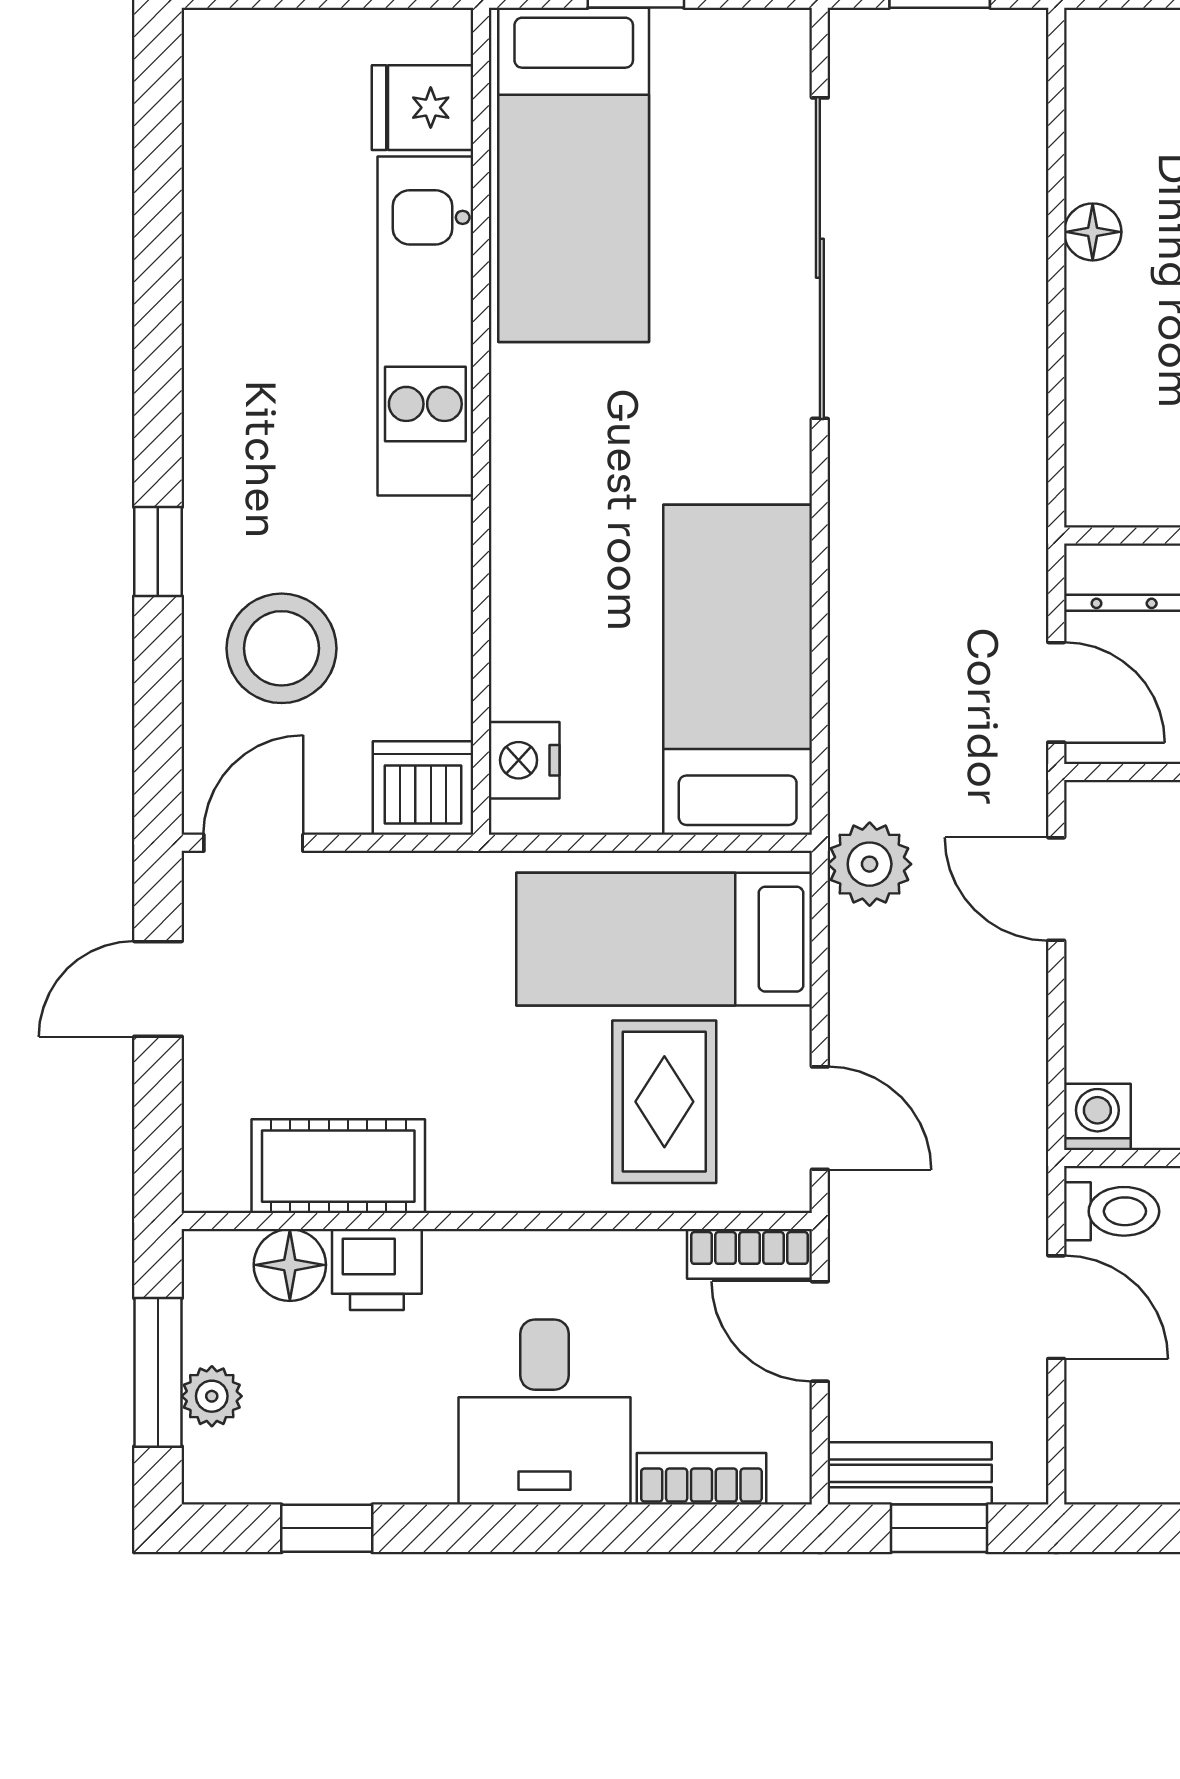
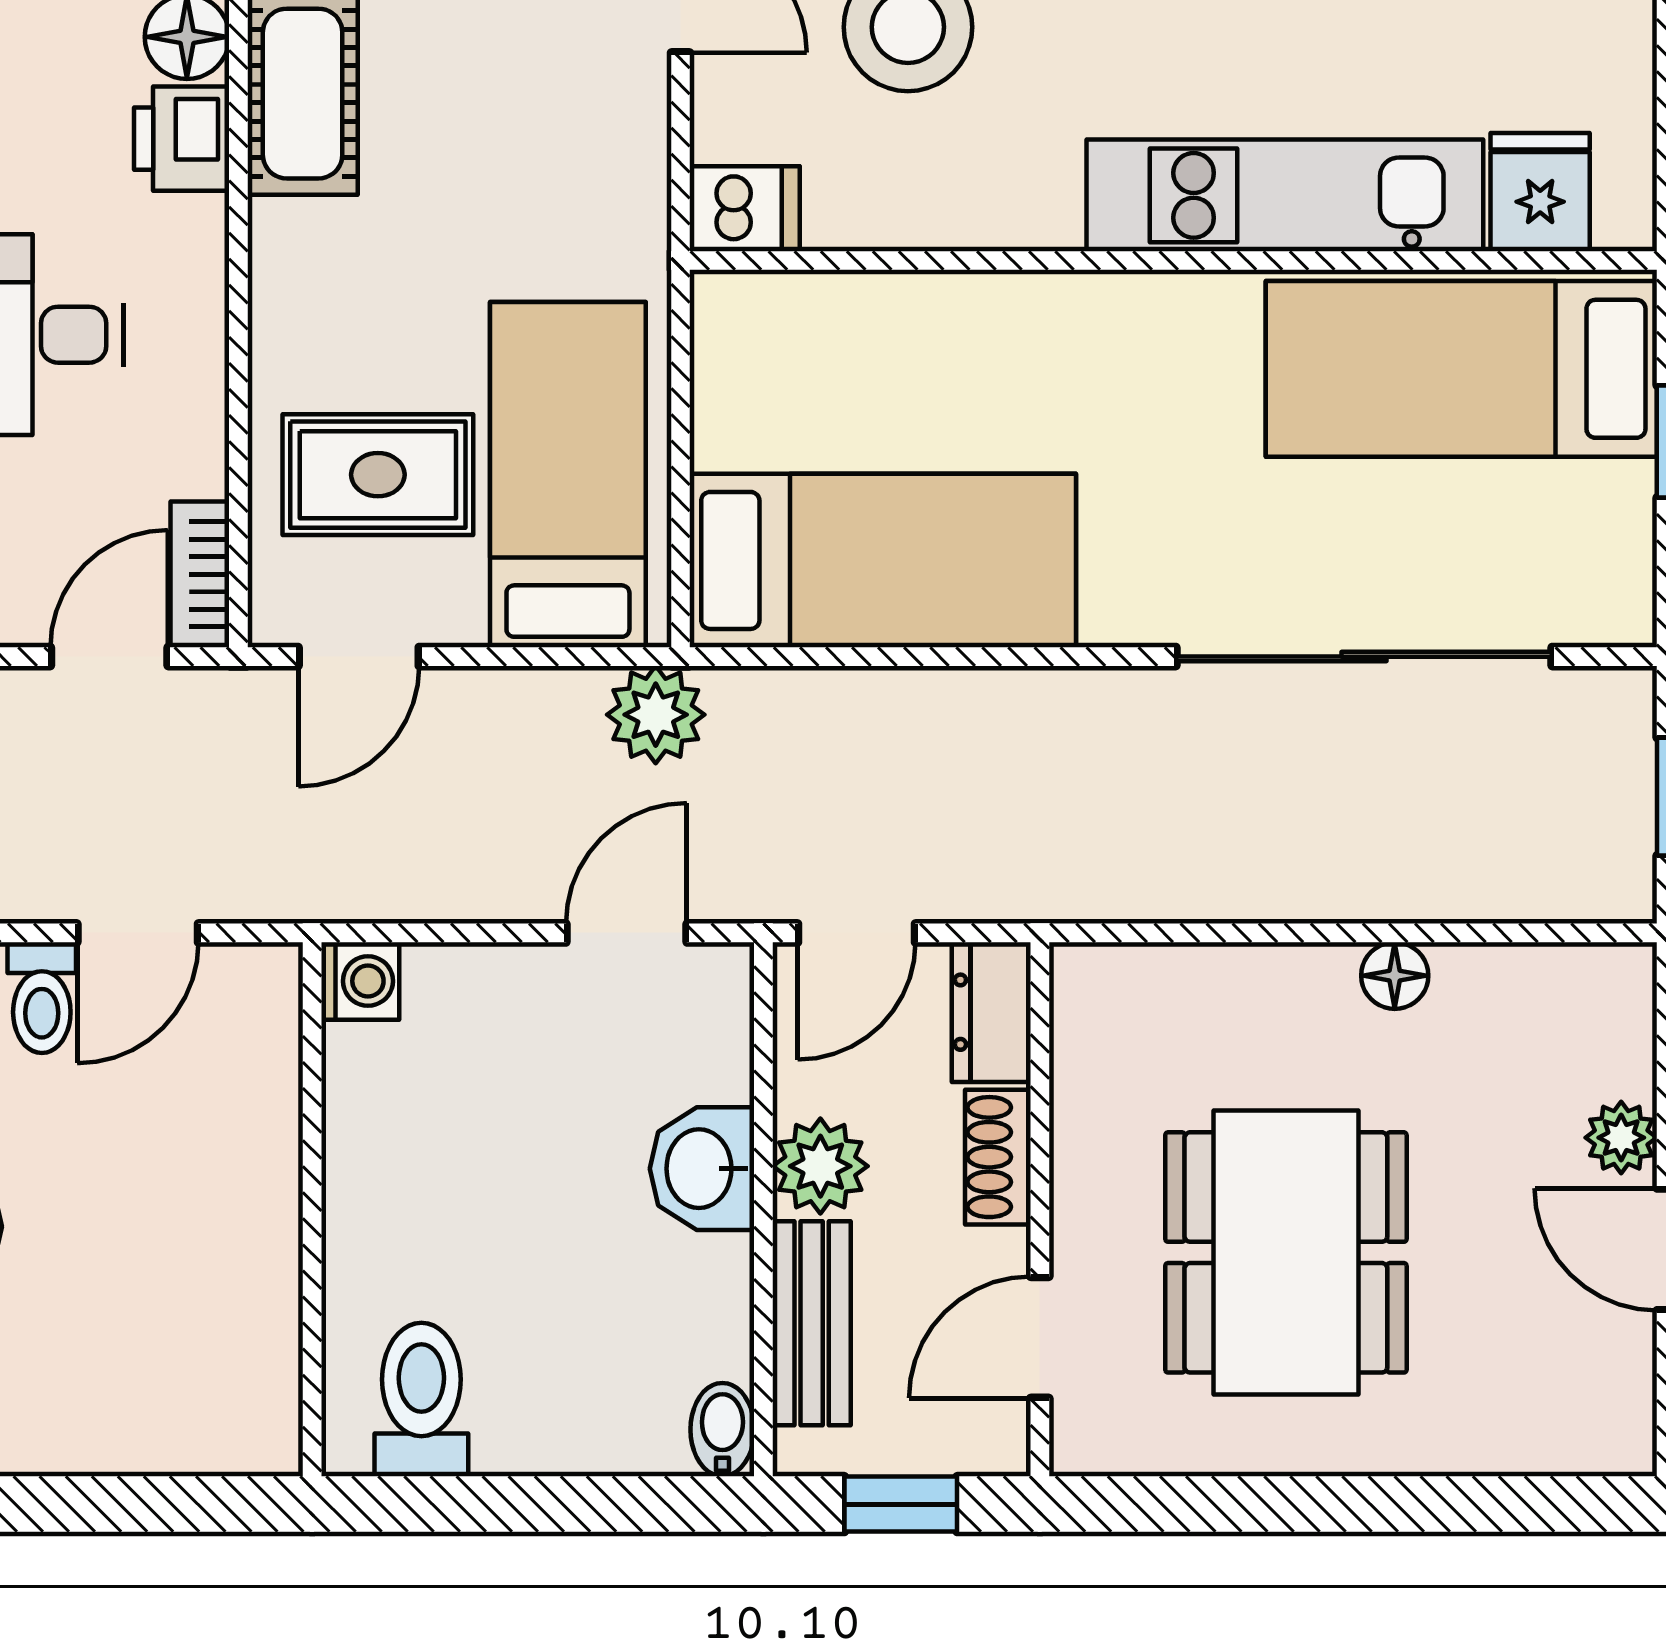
nightstand: (524, 760) -> (777, 311), removed
dishwasher: (423, 788) -> (745, 209), width x0.73
toilet: (1112, 1211) -> (42, 998), moved

